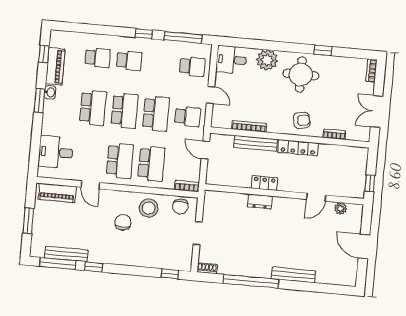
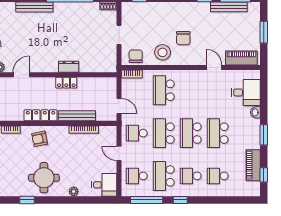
plant: (267, 60) -> (74, 192), width x0.53, depth x0.53
washbasin: (50, 92) -> (255, 112), moved
school desk: (120, 161) -> (164, 176), moved

